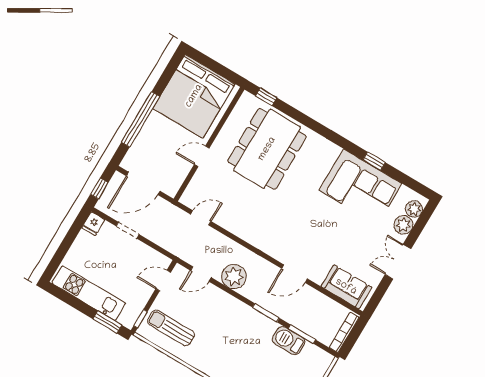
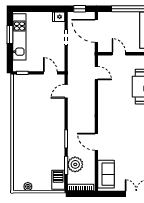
door: (202, 156) -> (119, 54), moved
door: (201, 274) -> (66, 91), hinge flipped
plant: (234, 277) -> (75, 164), moved
window: (107, 322) -> (10, 34), moved
sun lounger: (171, 328) -> (27, 92), removed
barbecue: (288, 341) -> (58, 180), moved

